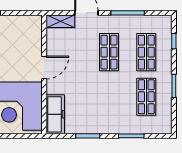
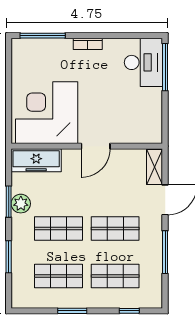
door: (44, 68) -> (96, 146), hinge flipped
shop shelf: (109, 97) -> (59, 229), added
plant: (89, 126) -> (21, 204), added

